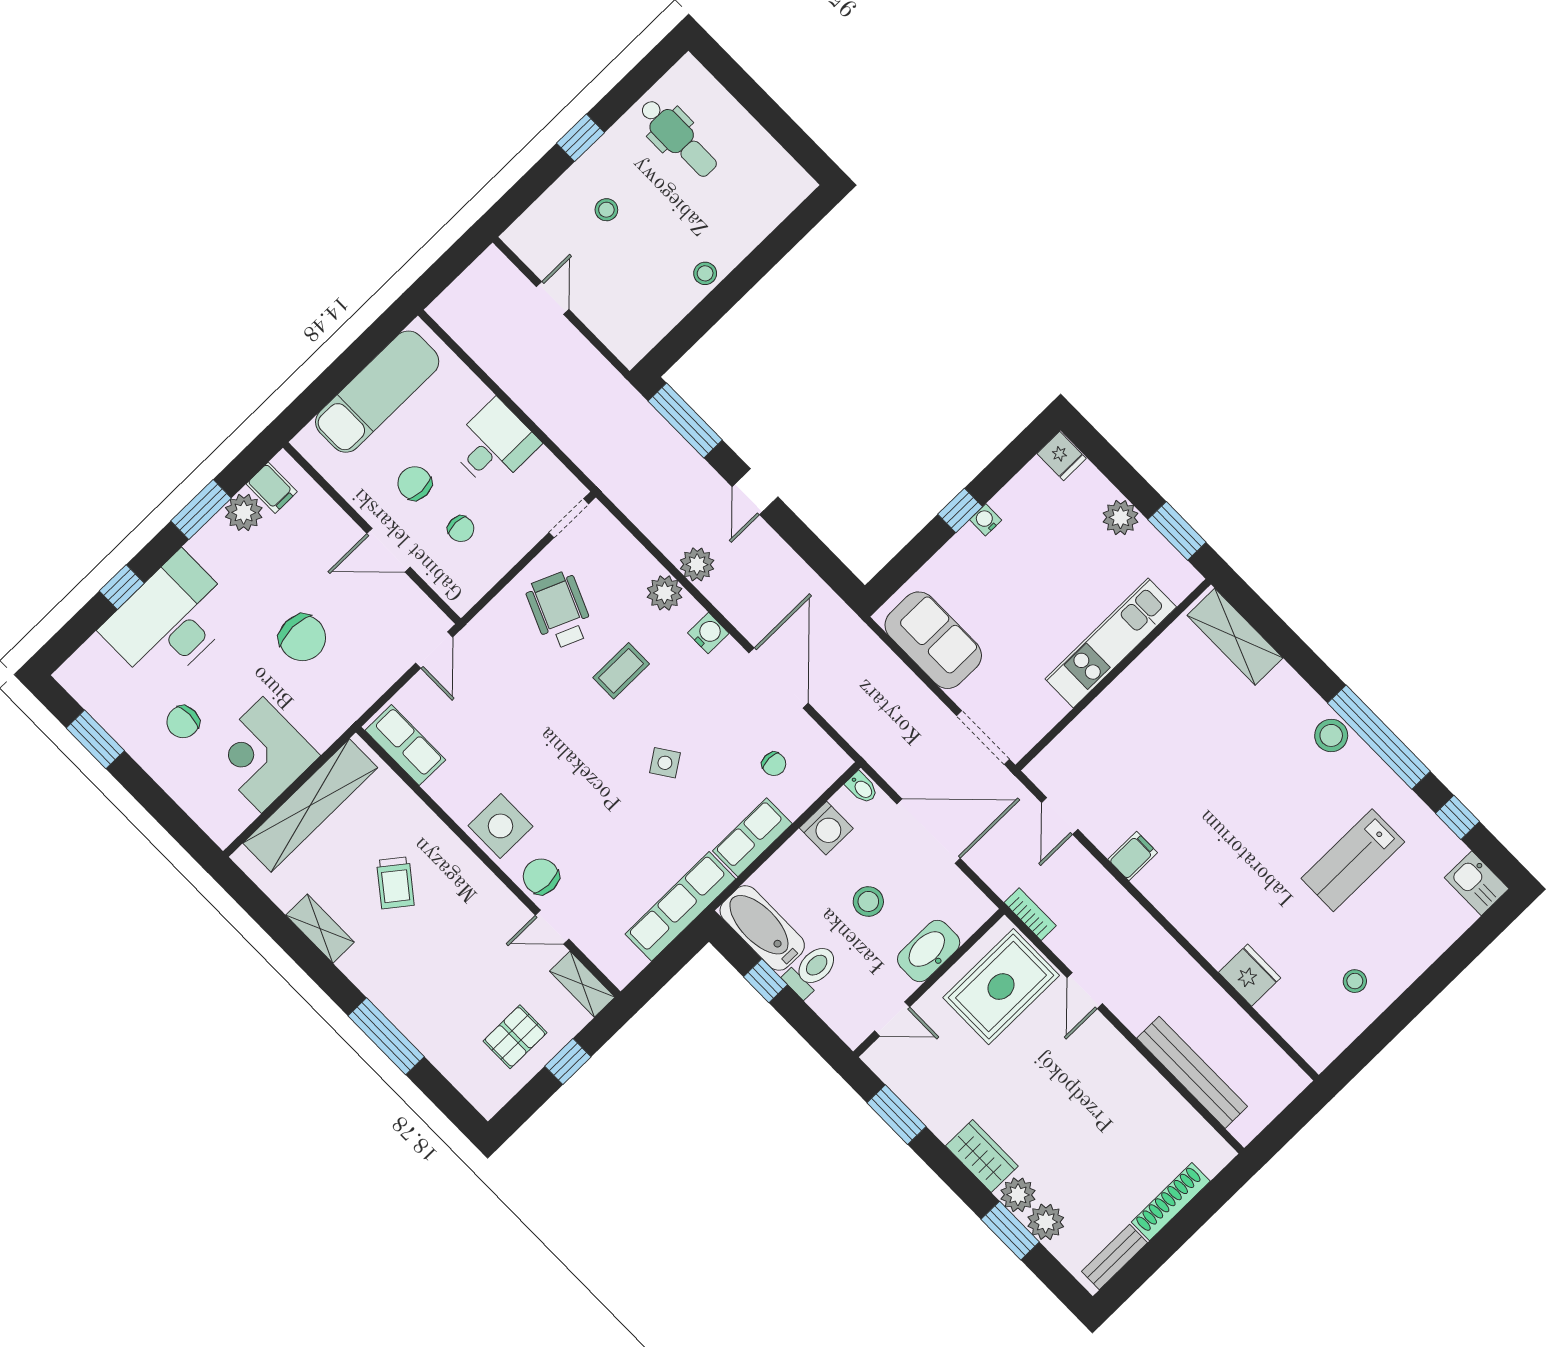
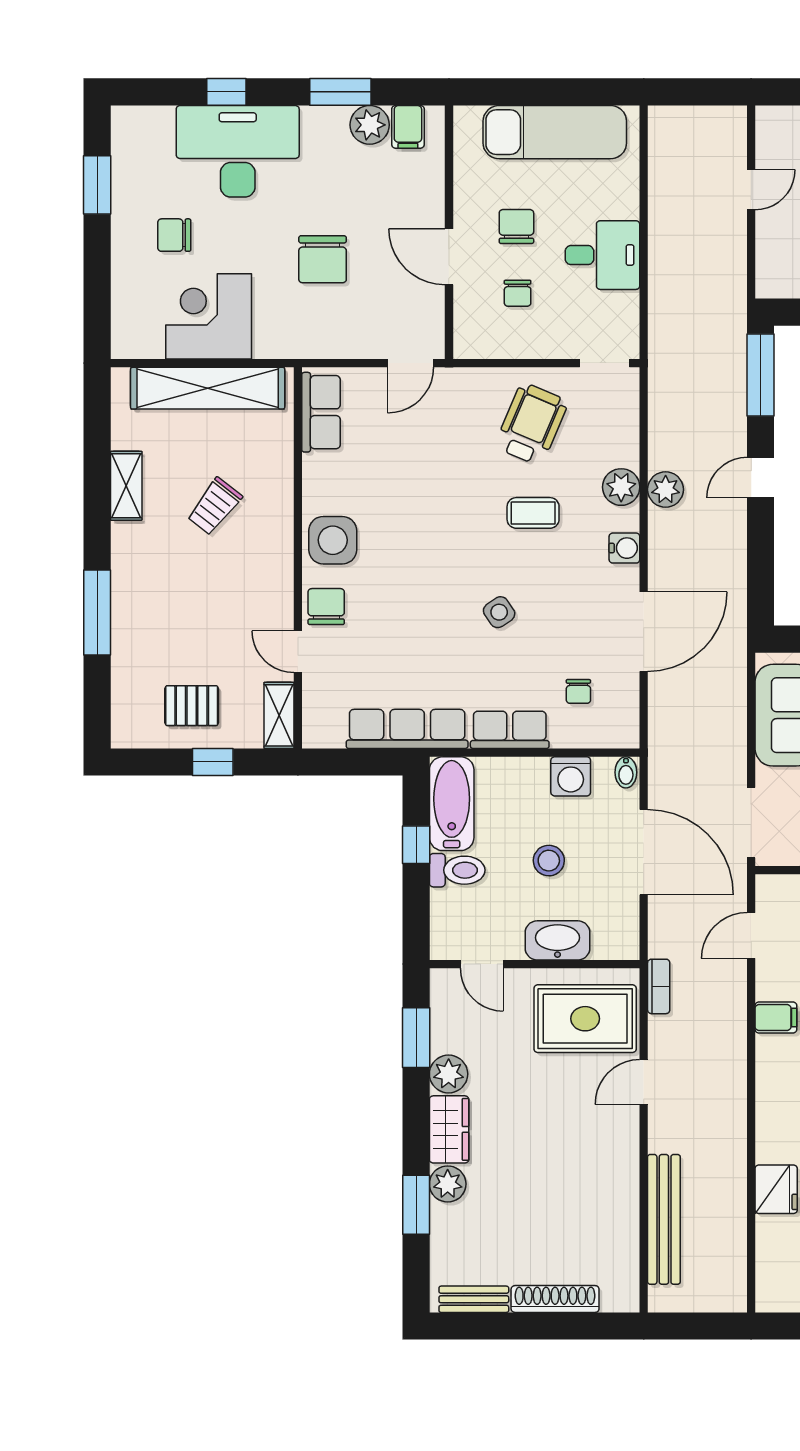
plant: (1046, 1222) -> (449, 1074), moved

